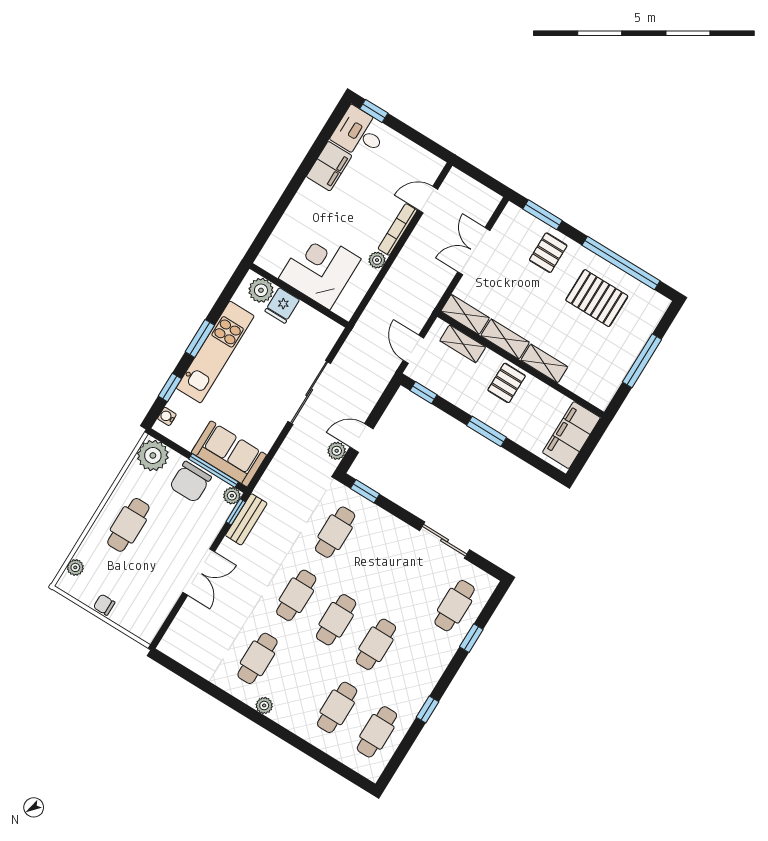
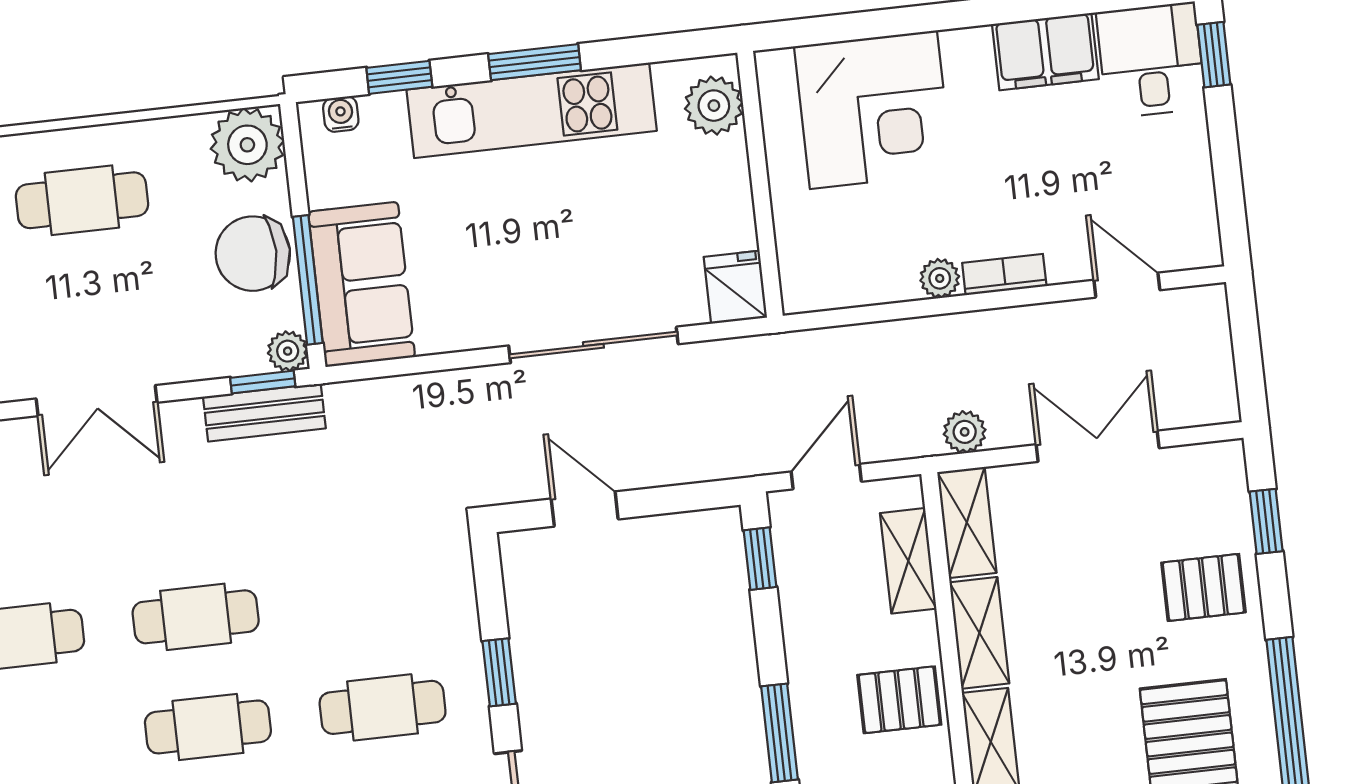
window: (543, 215) -> (1266, 521), width x0.67
bookcase: (398, 229) -> (1004, 275), width x0.64
corner desk: (320, 269) -> (873, 110), moved, turned 90
fridge: (282, 305) -> (735, 287), moved, turned 90
plant: (337, 451) -> (965, 432), moved
window: (365, 491) -> (499, 672), moved
cafe table: (335, 532) -> (383, 707), moved

